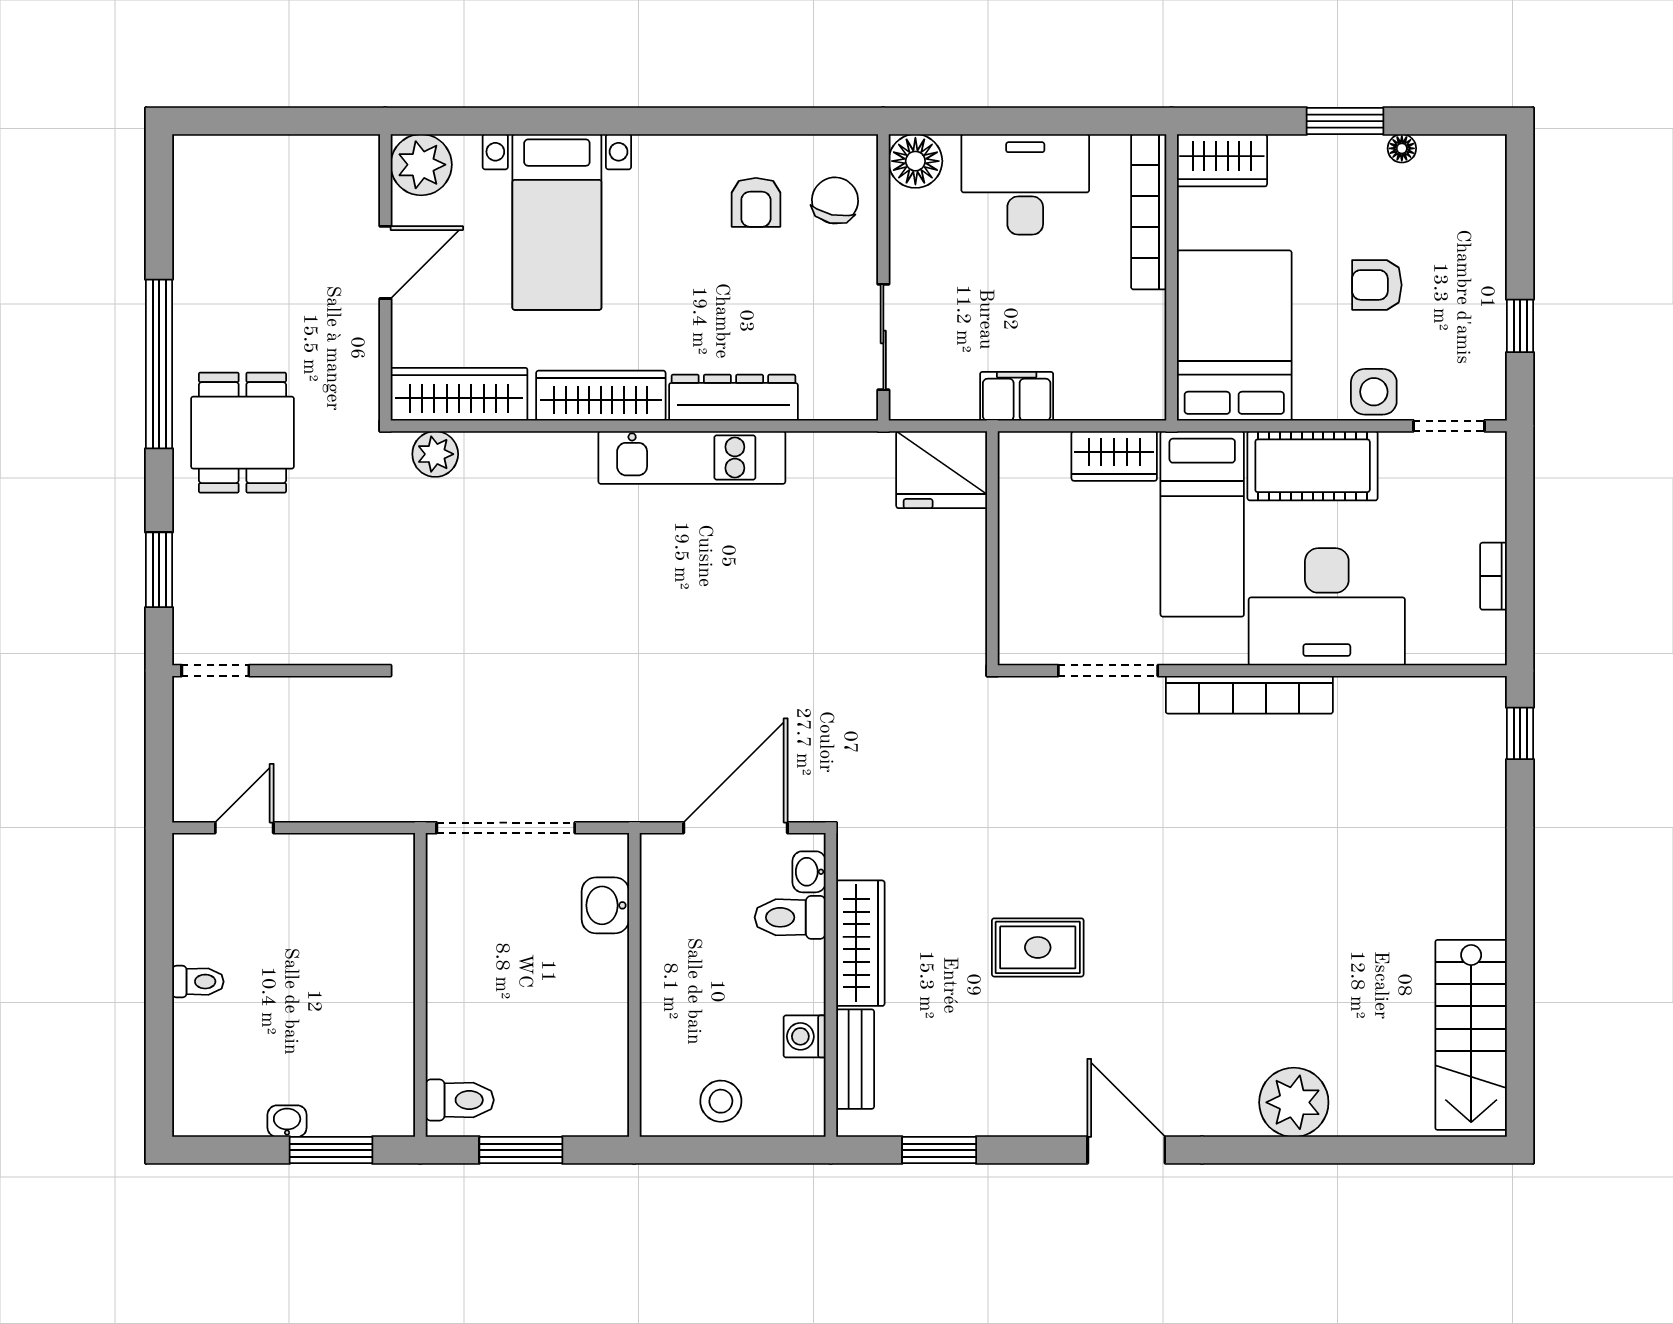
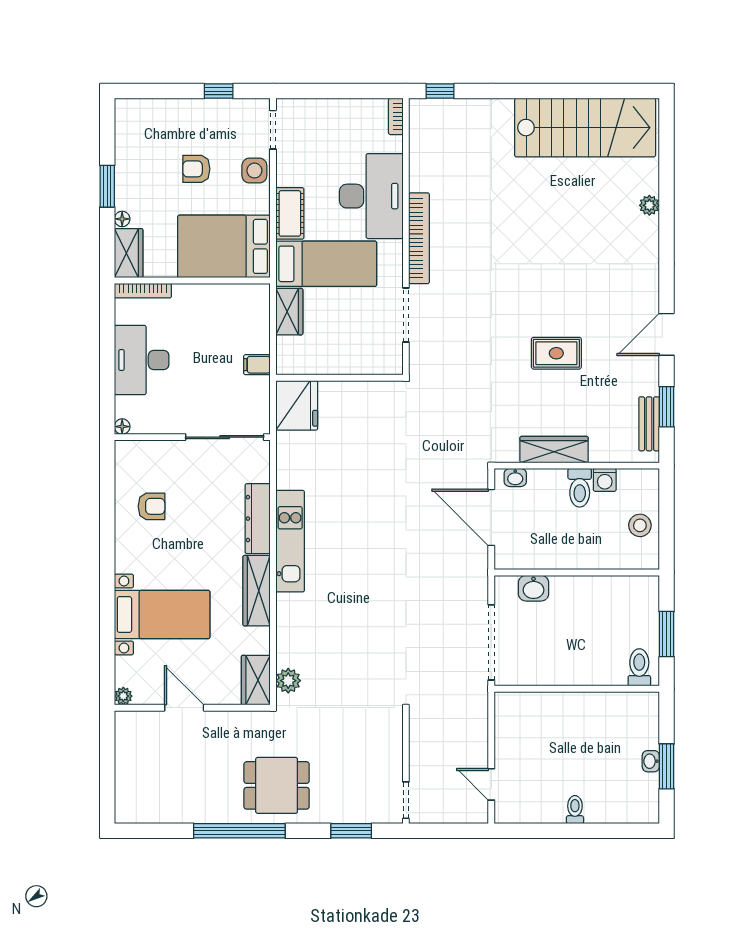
floor lamp: (1402, 148) -> (122, 219), moved
floor lamp: (915, 161) -> (122, 427), width x0.53, depth x0.53
plant: (421, 165) -> (123, 696), width x0.53, depth x0.53
chair: (835, 200) -> (150, 463), removed
bookcase: (1149, 212) -> (143, 291), width x0.68, depth x0.76
armchair: (1377, 285) -> (196, 169), turned 90
sliding door: (883, 337) -> (225, 437), width x1.37
wardrobe: (459, 394) -> (256, 680), width x0.67
filing cabinet: (1017, 396) -> (257, 365), width x0.50
cot: (1313, 466) -> (290, 213), width x0.73, depth x0.75
bookcase: (1494, 576) -> (396, 116), moved, turned 90
toilet: (790, 917) -> (580, 488), moved
rug: (1038, 947) -> (556, 353), turned 90
stairs: (1471, 1035) -> (585, 128), width x1.36, depth x1.51
bench: (855, 1059) -> (649, 424), moved, turned 90
plant: (1294, 1102) -> (649, 205), width x0.53, depth x0.53
window: (331, 1150) -> (667, 766), moved
door: (1126, 1150) -> (667, 334), moved

